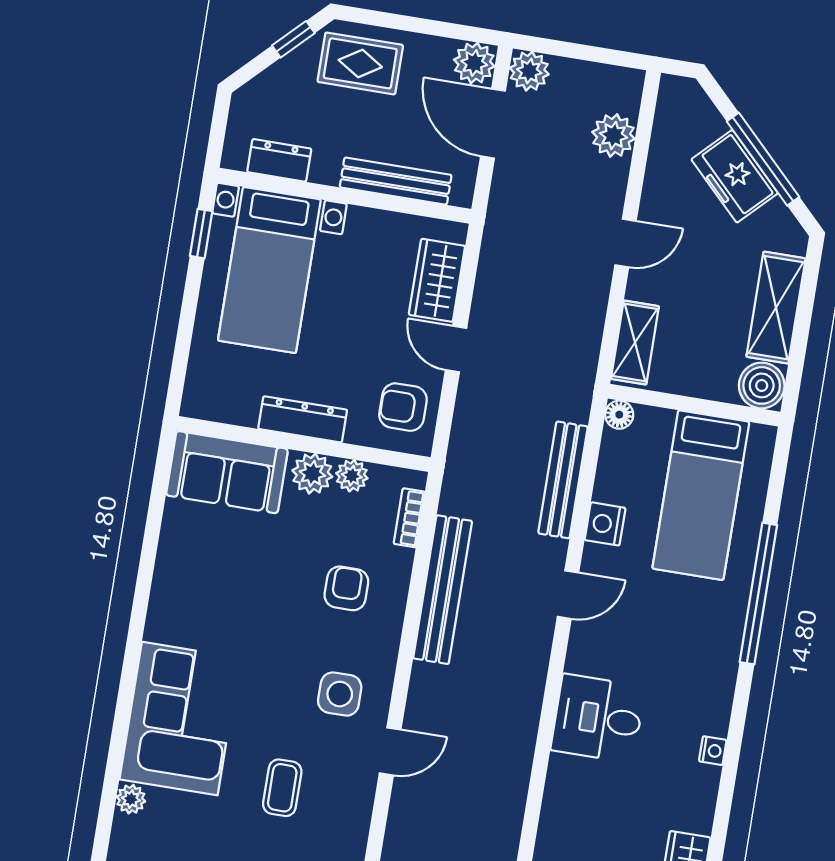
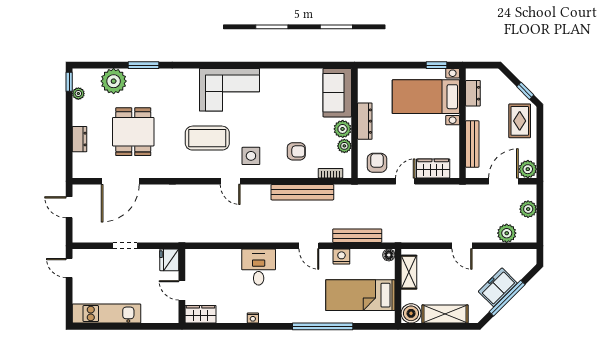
plant: (529, 71) -> (528, 209), moved
shelving: (635, 343) -> (409, 272), moved, turned 90
coffee table: (282, 788) -> (207, 138), width x1.86, depth x1.72
plant: (131, 799) -> (192, 75), removed

